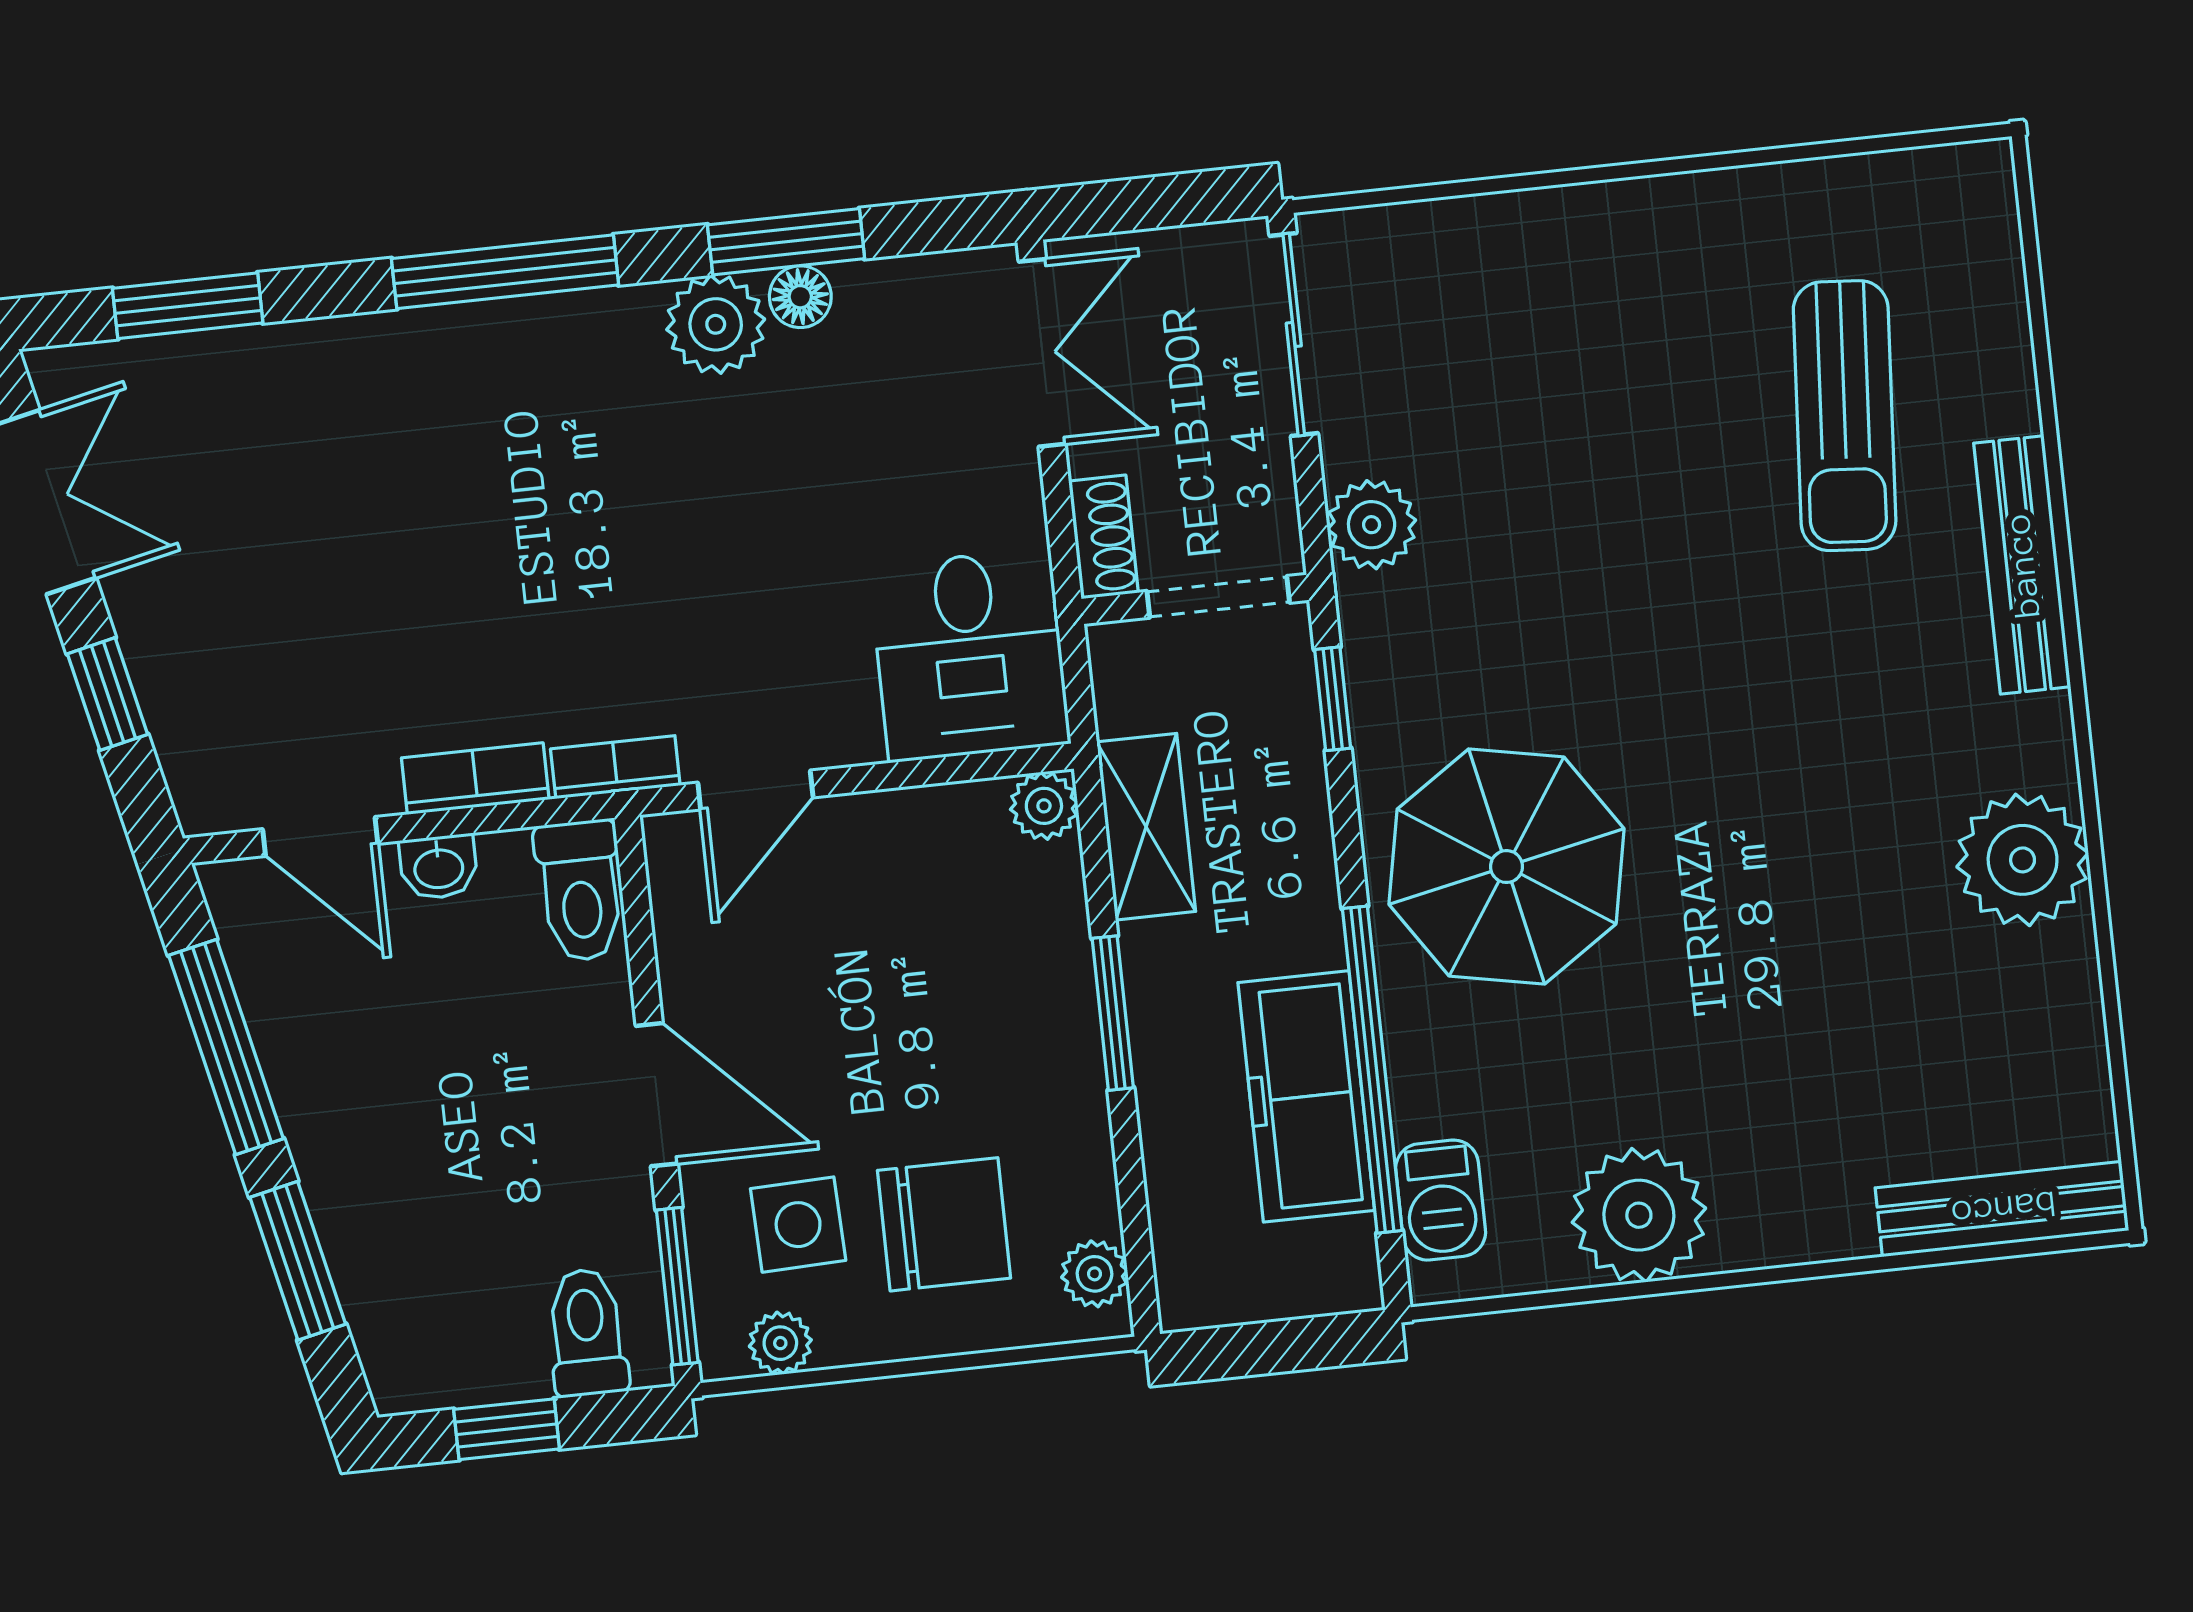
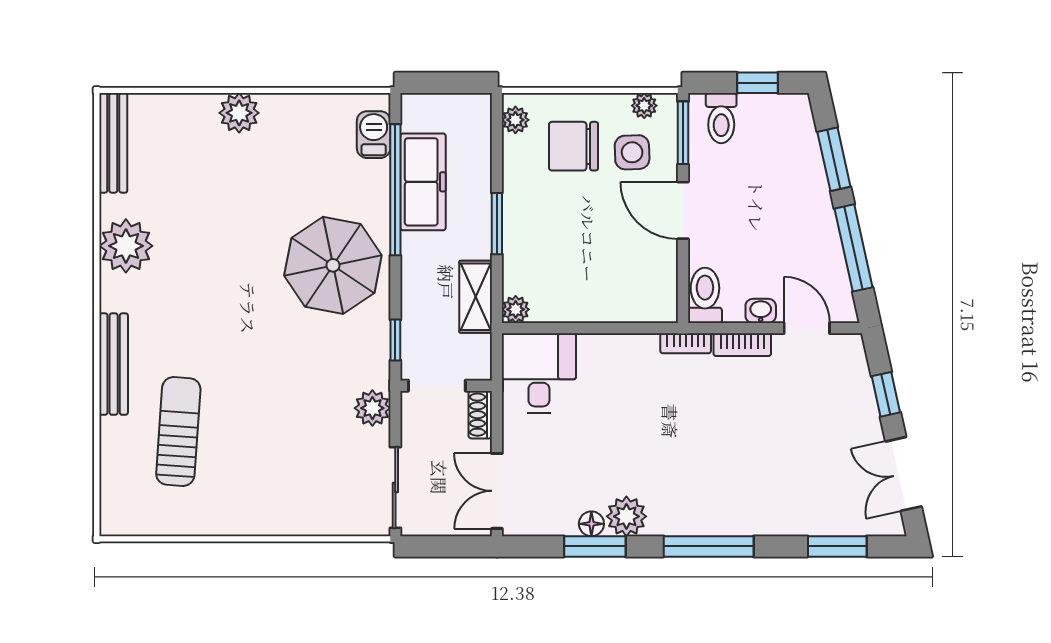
door: (755, 790) -> (630, 328), removed
bench: (2002, 1209) -> (113, 143), moved, turned 90
plant: (1639, 1215) -> (239, 113), moved, width x0.73, depth x0.73

